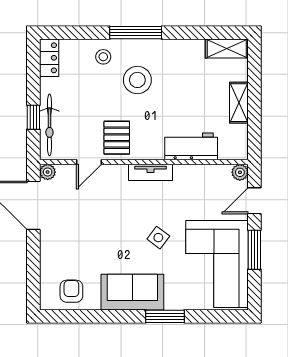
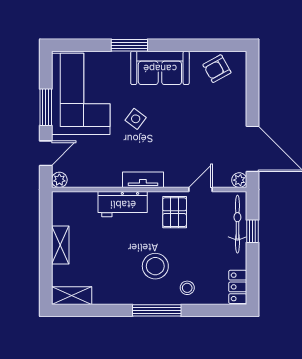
workbench: (191, 146) -> (123, 204), moved
armchair: (71, 291) -> (217, 69), turned 61

